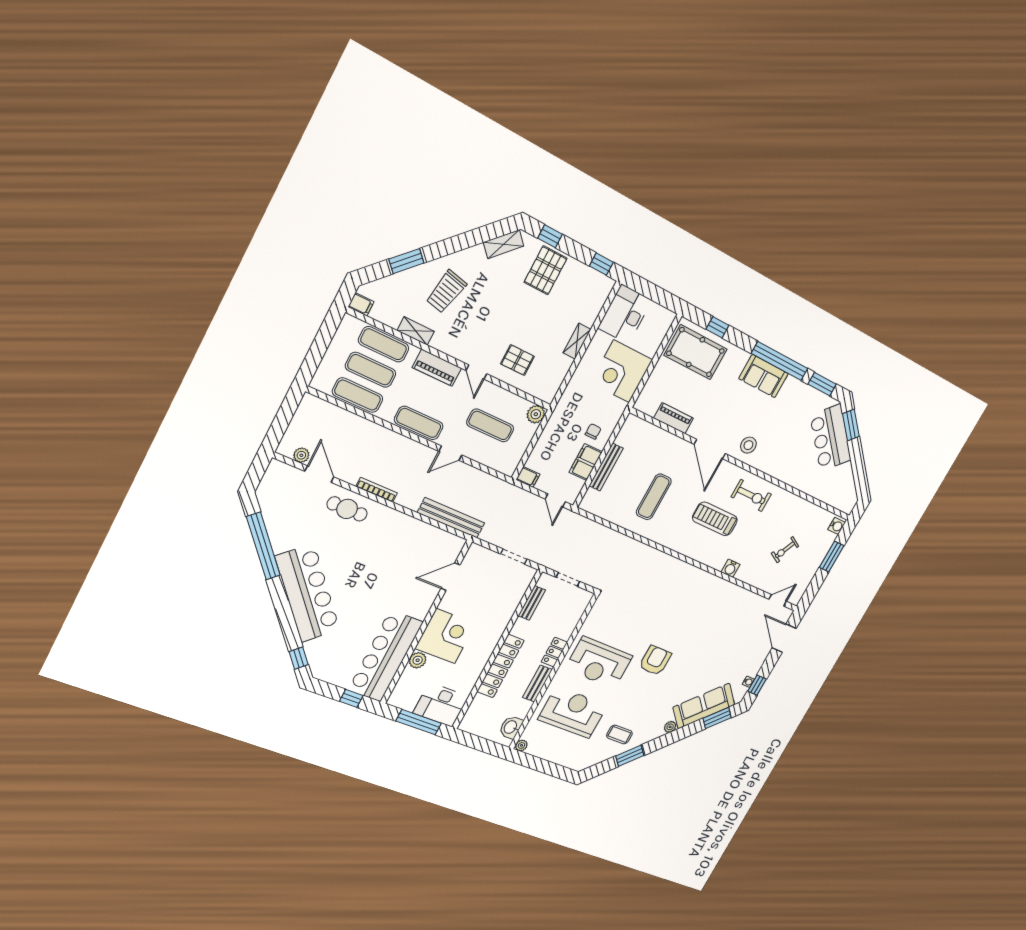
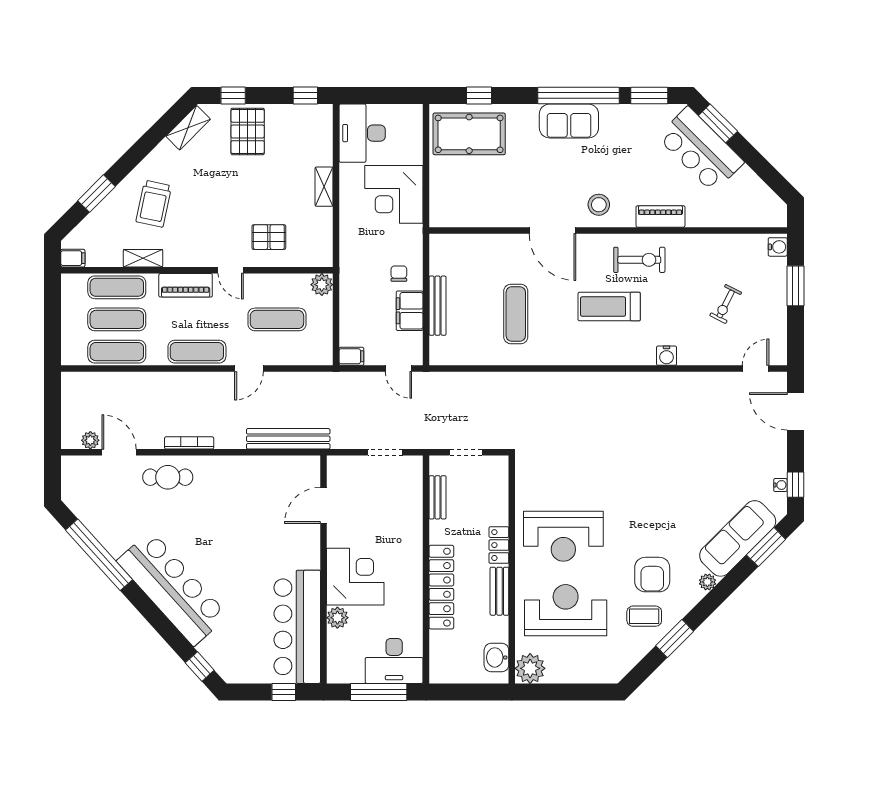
piano: (674, 418) -> (660, 216), moved
armchair: (655, 660) -> (652, 575), moved, turned 180
plant: (521, 745) -> (530, 668), width x1.88, depth x1.88

